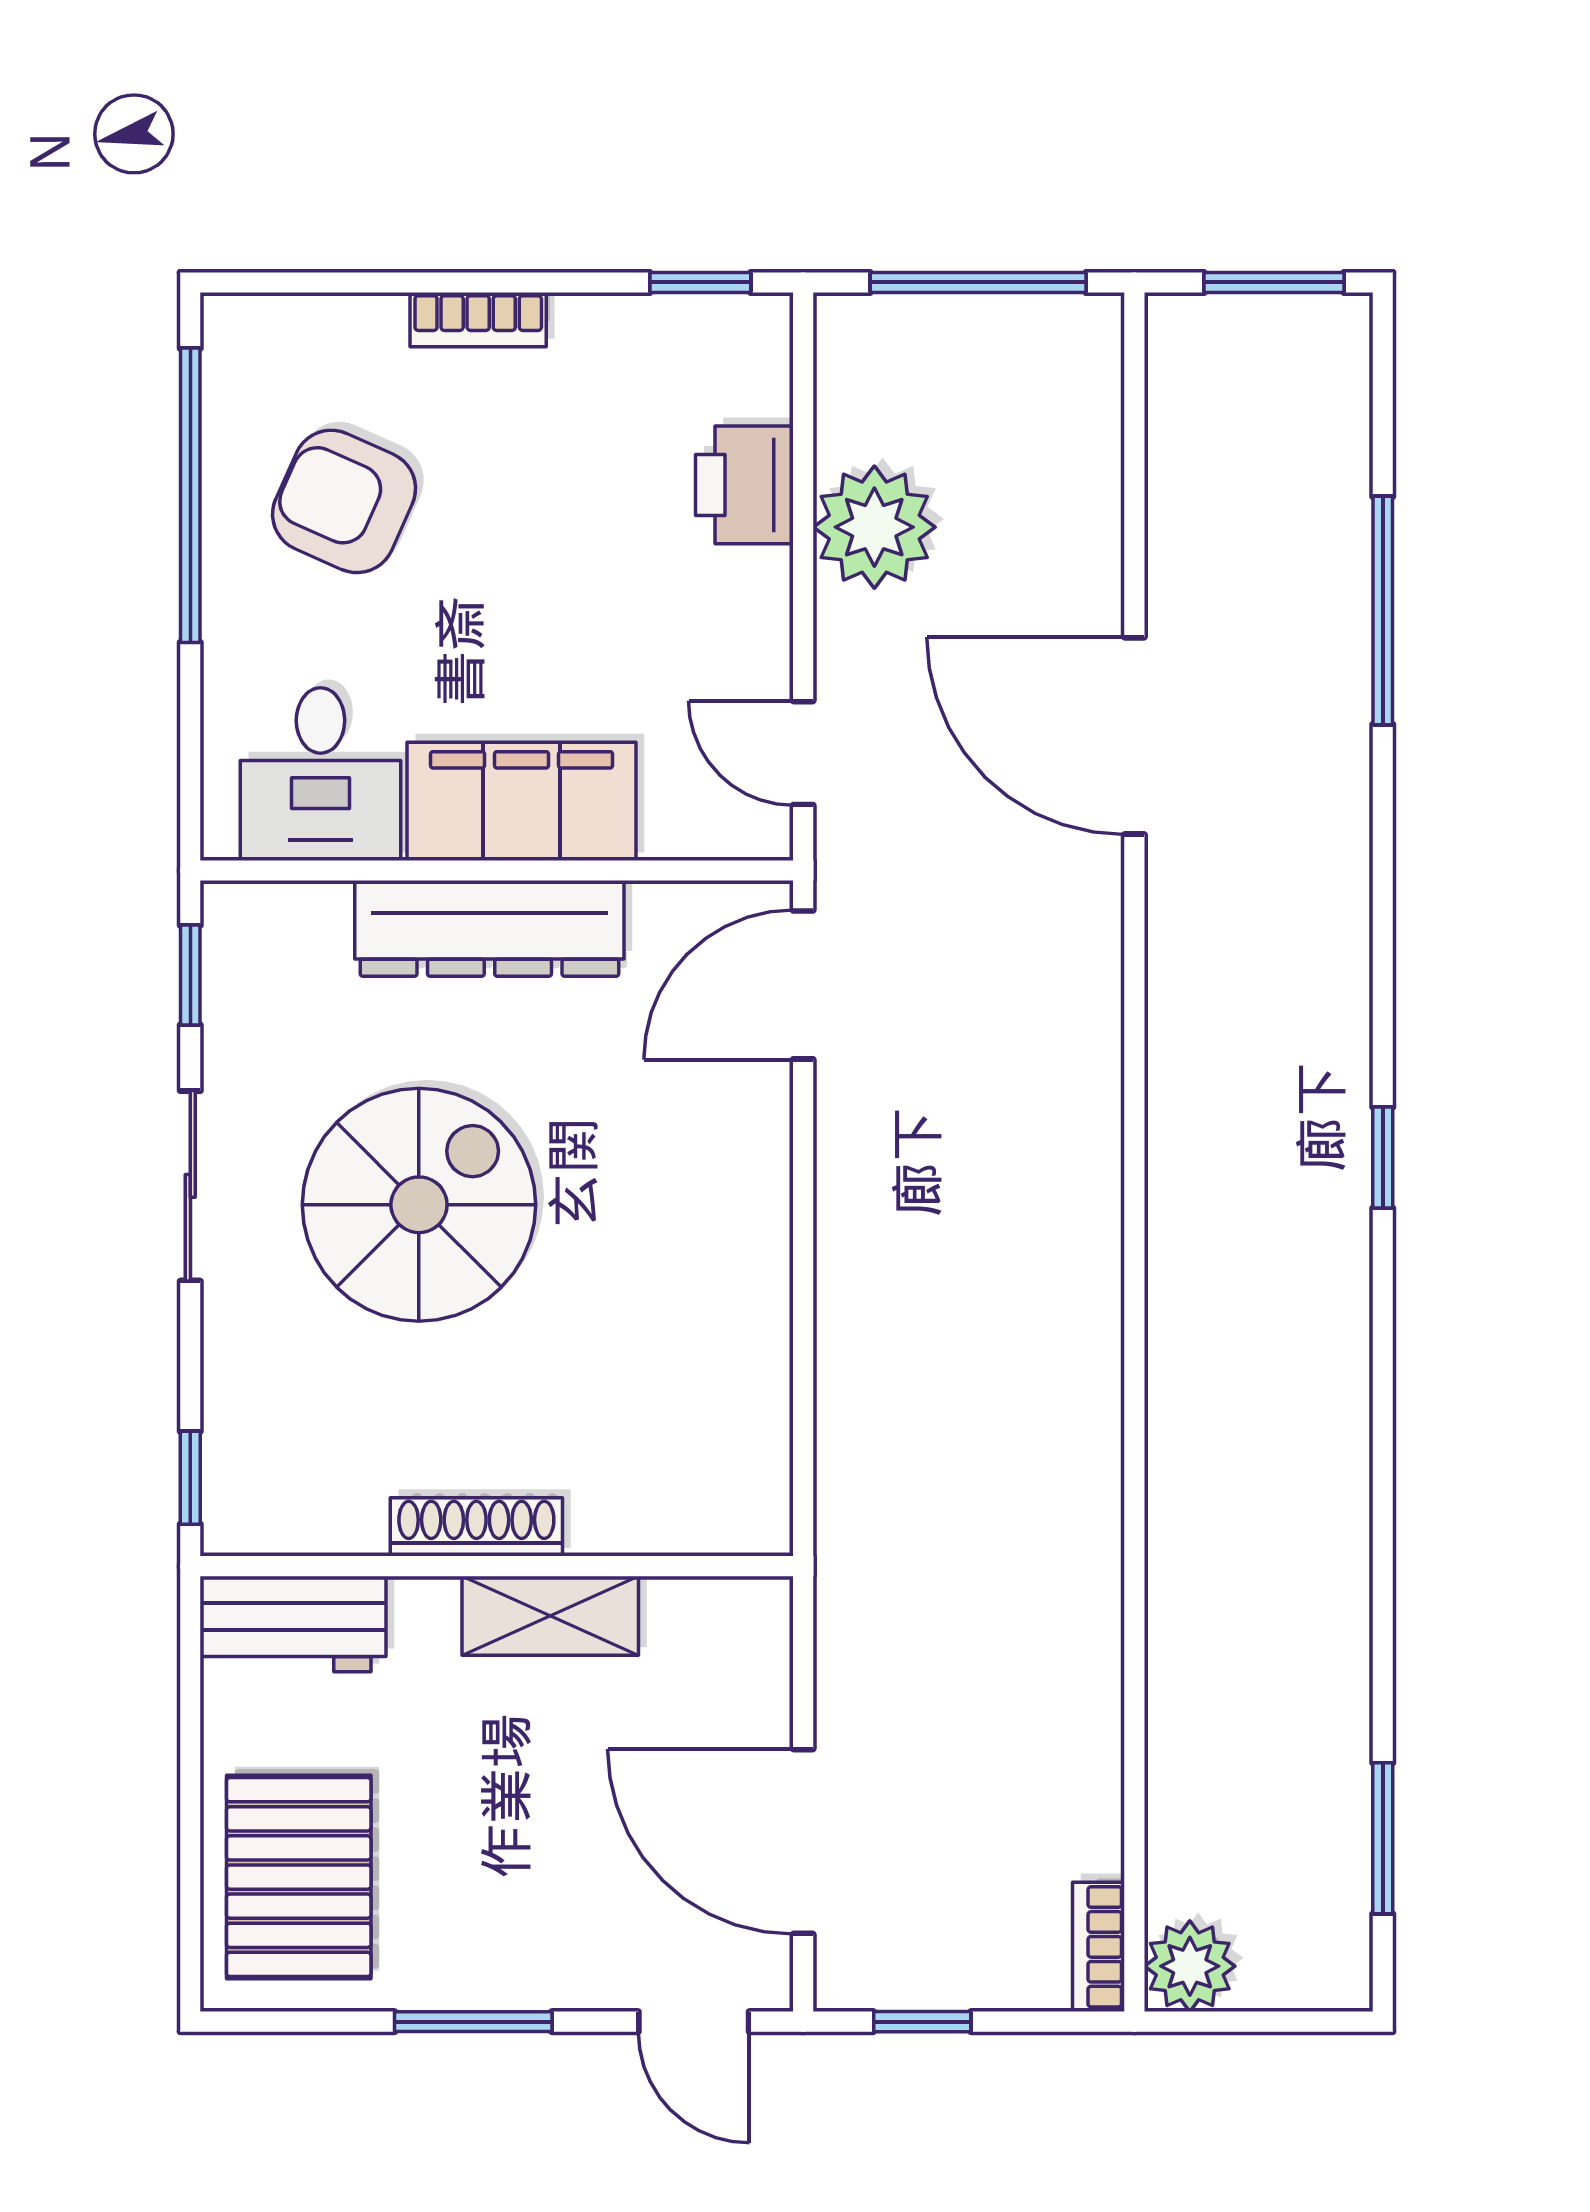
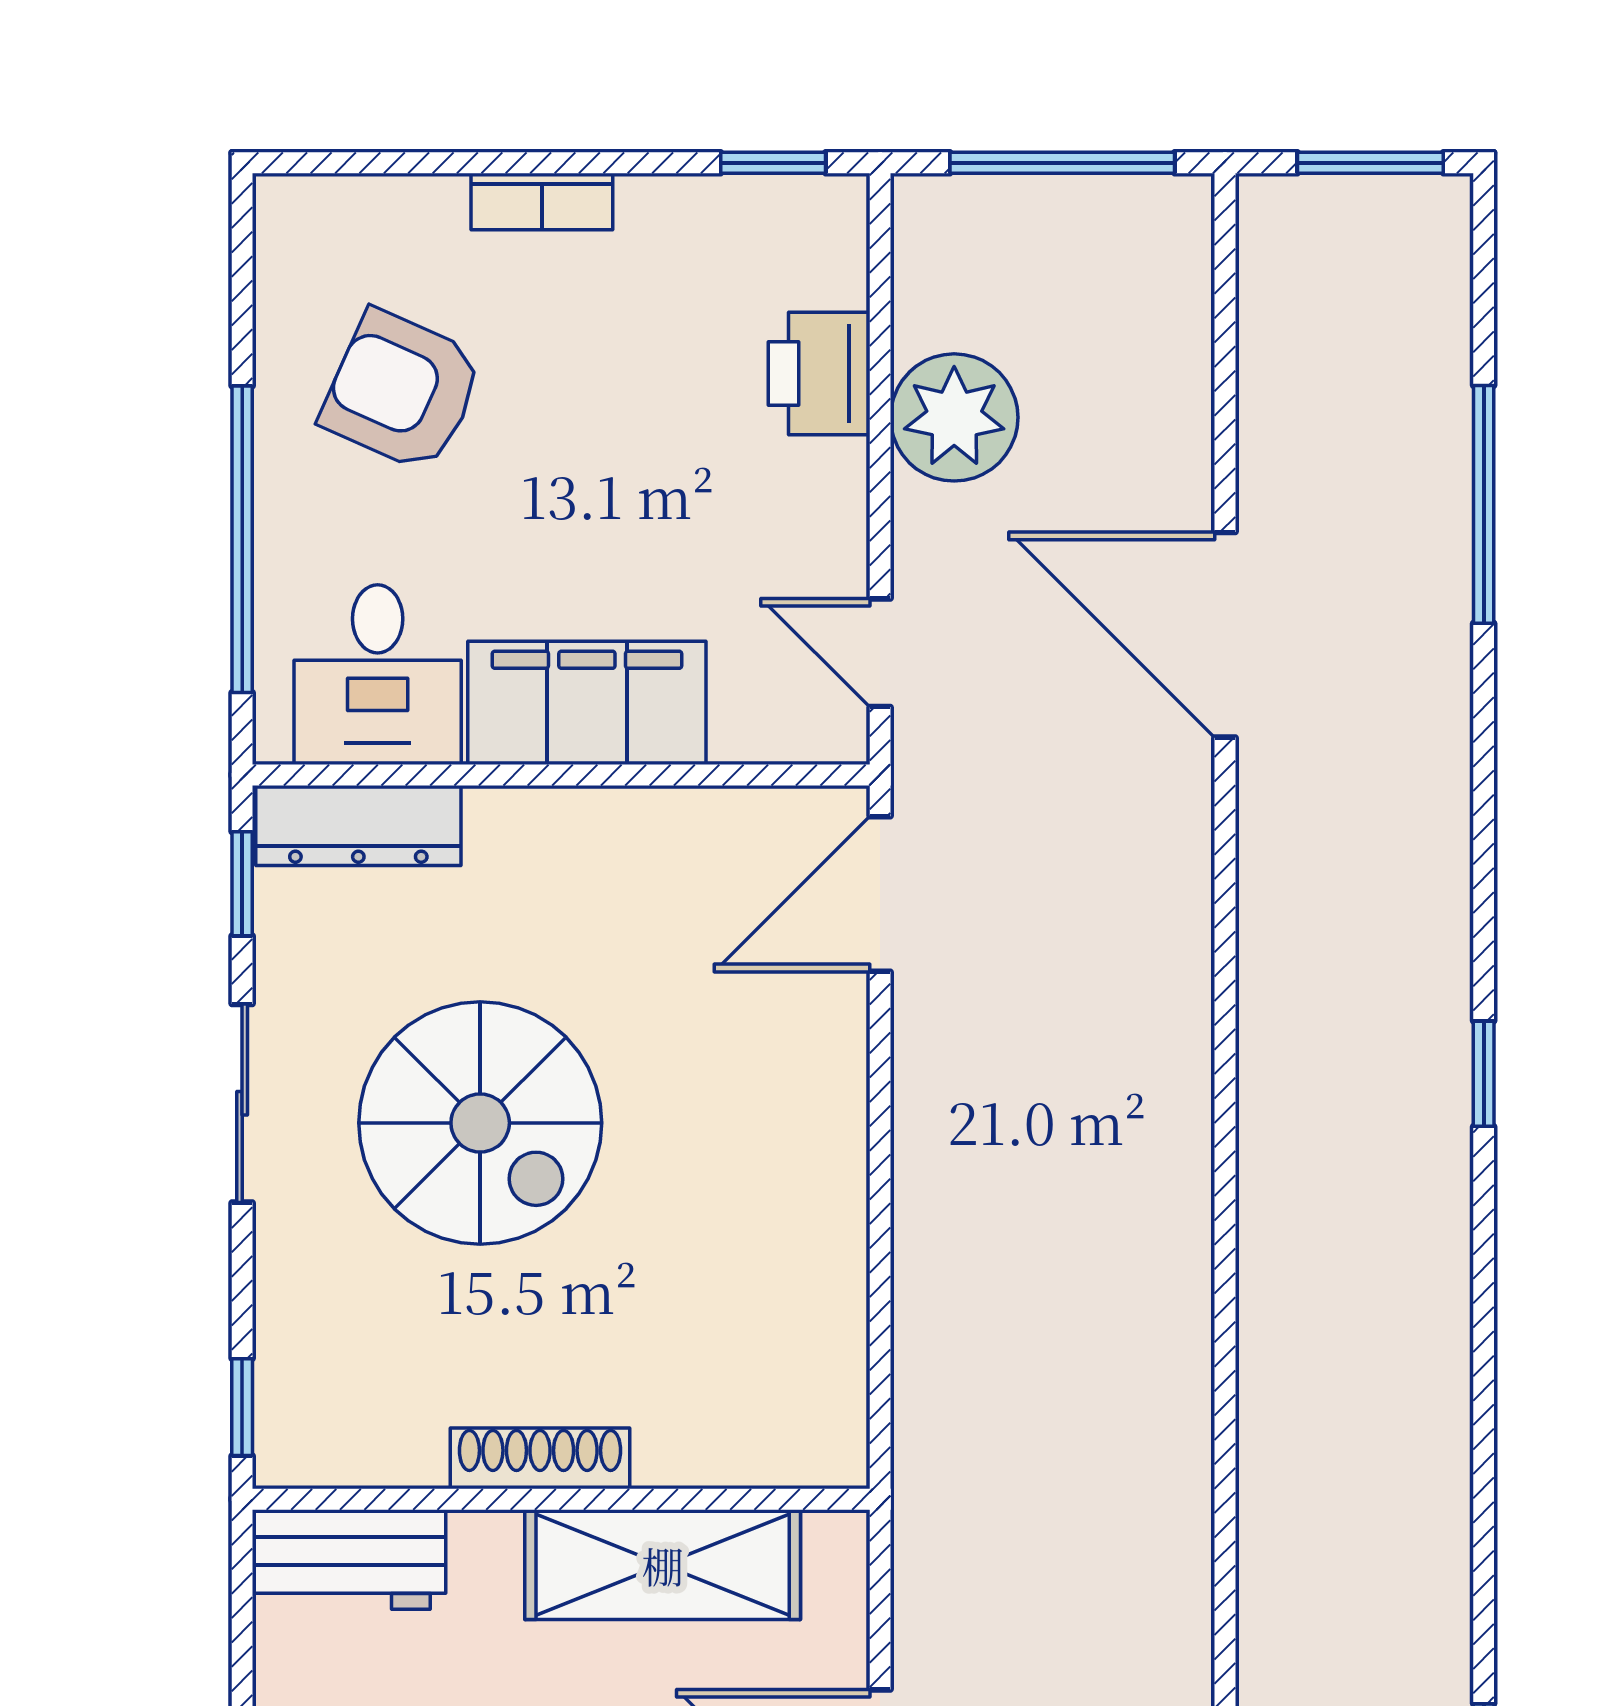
window: (190, 495) -> (242, 539), moved
dresser: (489, 928) -> (358, 825), moved, width x0.73, depth x0.80
spiral stairs: (419, 1205) -> (480, 1123), turned 90
shelving: (550, 1616) -> (663, 1565), width x1.50, depth x1.33

